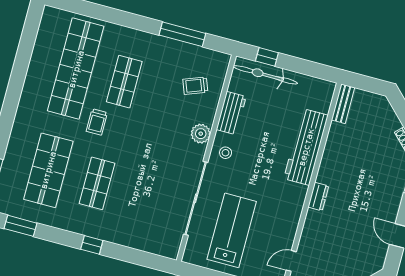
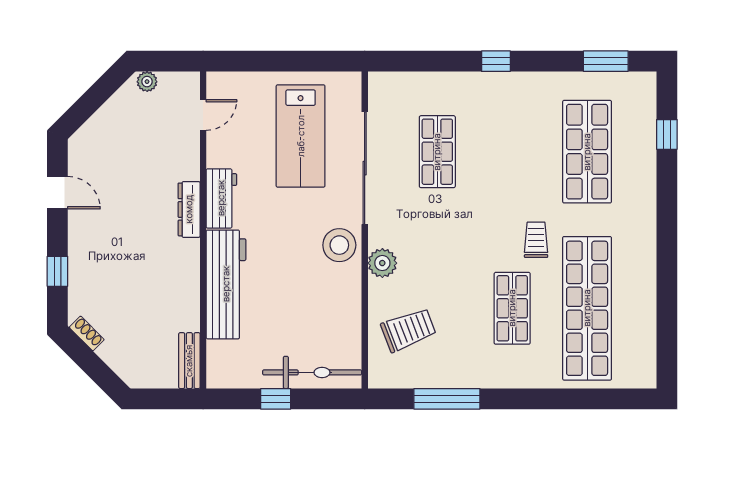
window: (267, 57) -> (276, 399), moved
trolley: (195, 86) -> (408, 330), width x1.36, depth x1.39
workbench: (231, 113) -> (221, 198), moved, turned 180
stool: (226, 153) -> (339, 245), width x1.89, depth x1.89
shop shelf: (97, 183) -> (437, 152), moved
dresser: (318, 197) -> (189, 209), width x1.44

